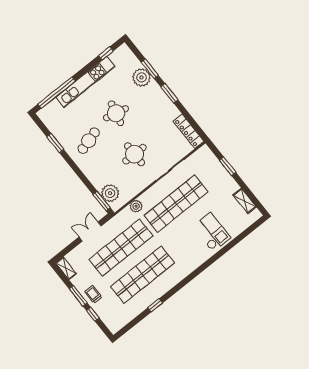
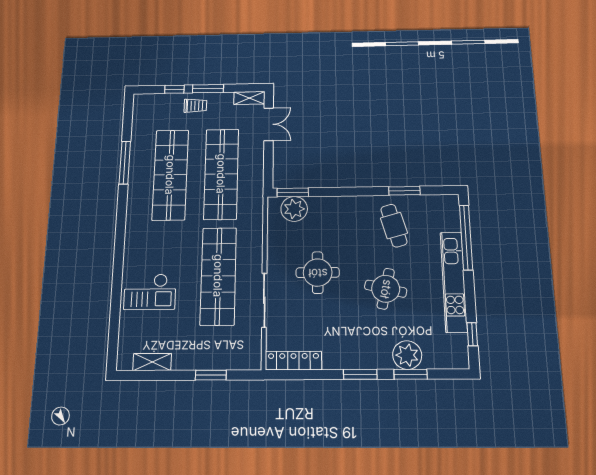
cafe table: (89, 141) -> (394, 226), moved
plant: (136, 206) -> (254, 227), removed
double door: (90, 232) -> (269, 124), moved
window: (155, 305) -> (125, 163), width x2.17

